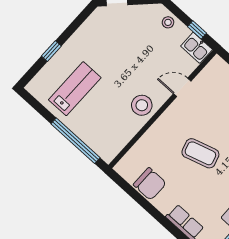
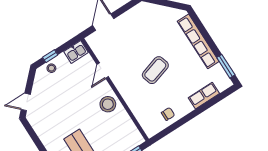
window: (197, 30) -> (50, 56), moved
chair: (150, 184) -> (168, 114), width x0.54, depth x0.54

